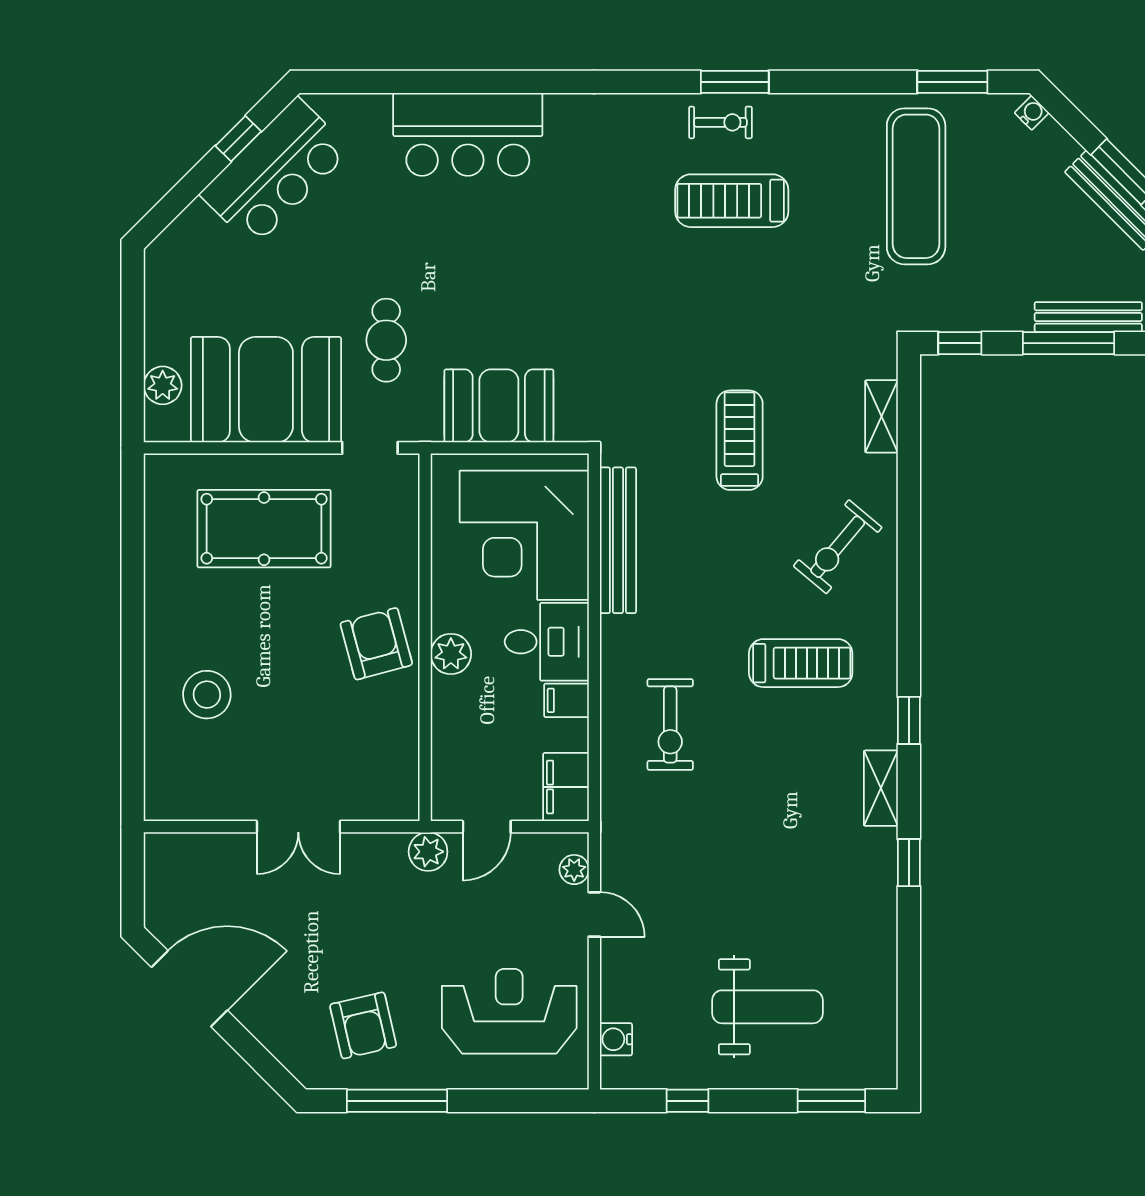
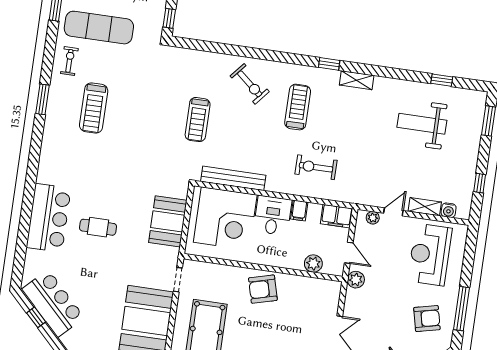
exercise bike: (720, 122) -> (69, 61), moved
cafe table: (386, 340) -> (98, 227), moved
shelving: (881, 416) -> (425, 207), moved
treadmill: (740, 440) -> (198, 120), turned -90
plant: (451, 654) -> (313, 264), moved
exercise bike: (670, 724) -> (316, 167), turned 180
window: (909, 863) -> (442, 80), moved
weight bench: (768, 1007) -> (422, 124), moved, turned -90

